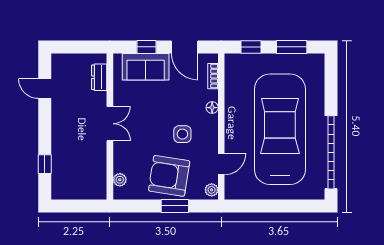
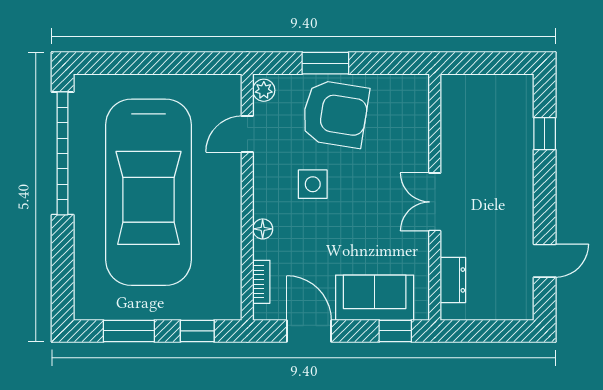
window: (146, 47) -> (395, 331), moved
door: (45, 89) -> (545, 261), hinge flipped
plant: (120, 180) -> (418, 107), removed

